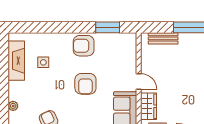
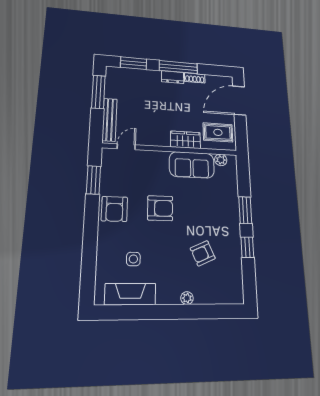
bench: (163, 38) -> (110, 120), width x1.36
door: (139, 81) -> (126, 147), moved

